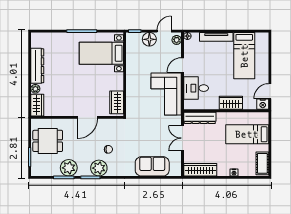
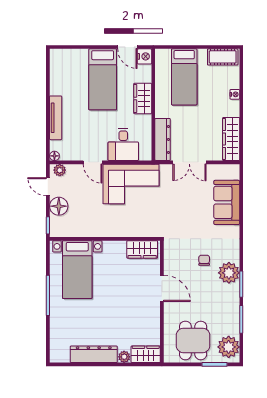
bed: (244, 56) -> (103, 79), moved, turned 90
plant: (69, 168) -> (229, 347), moved

